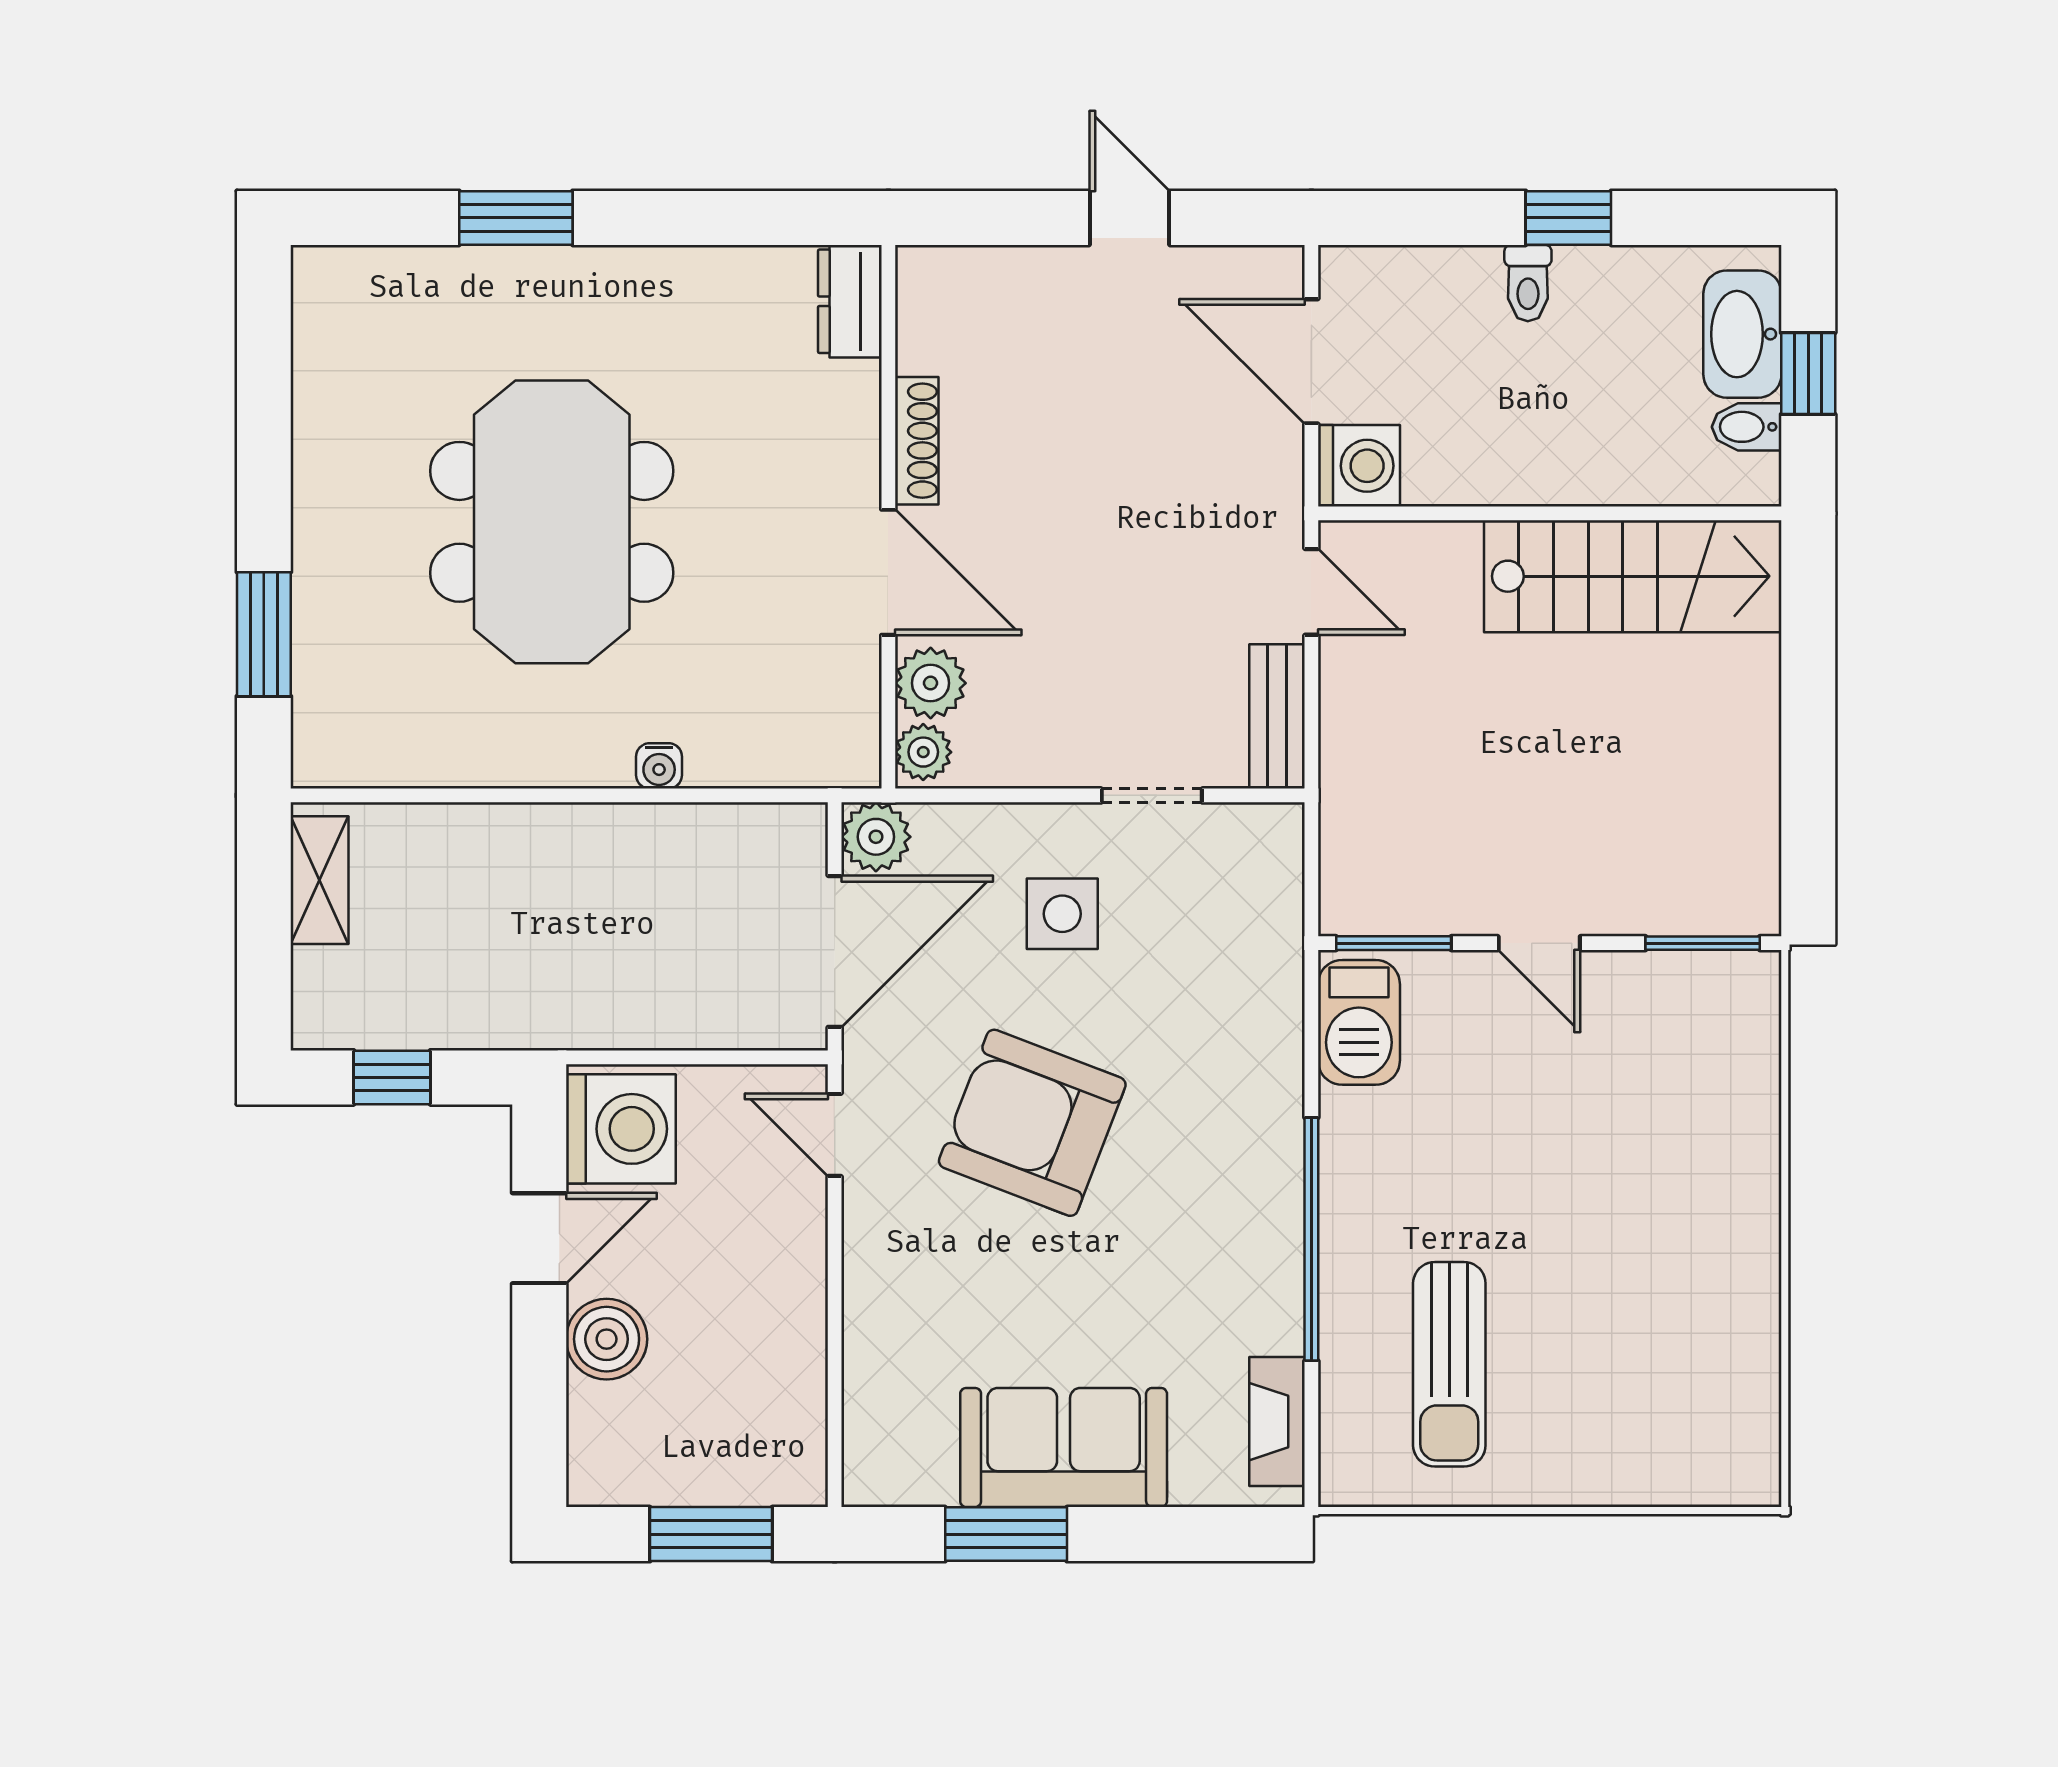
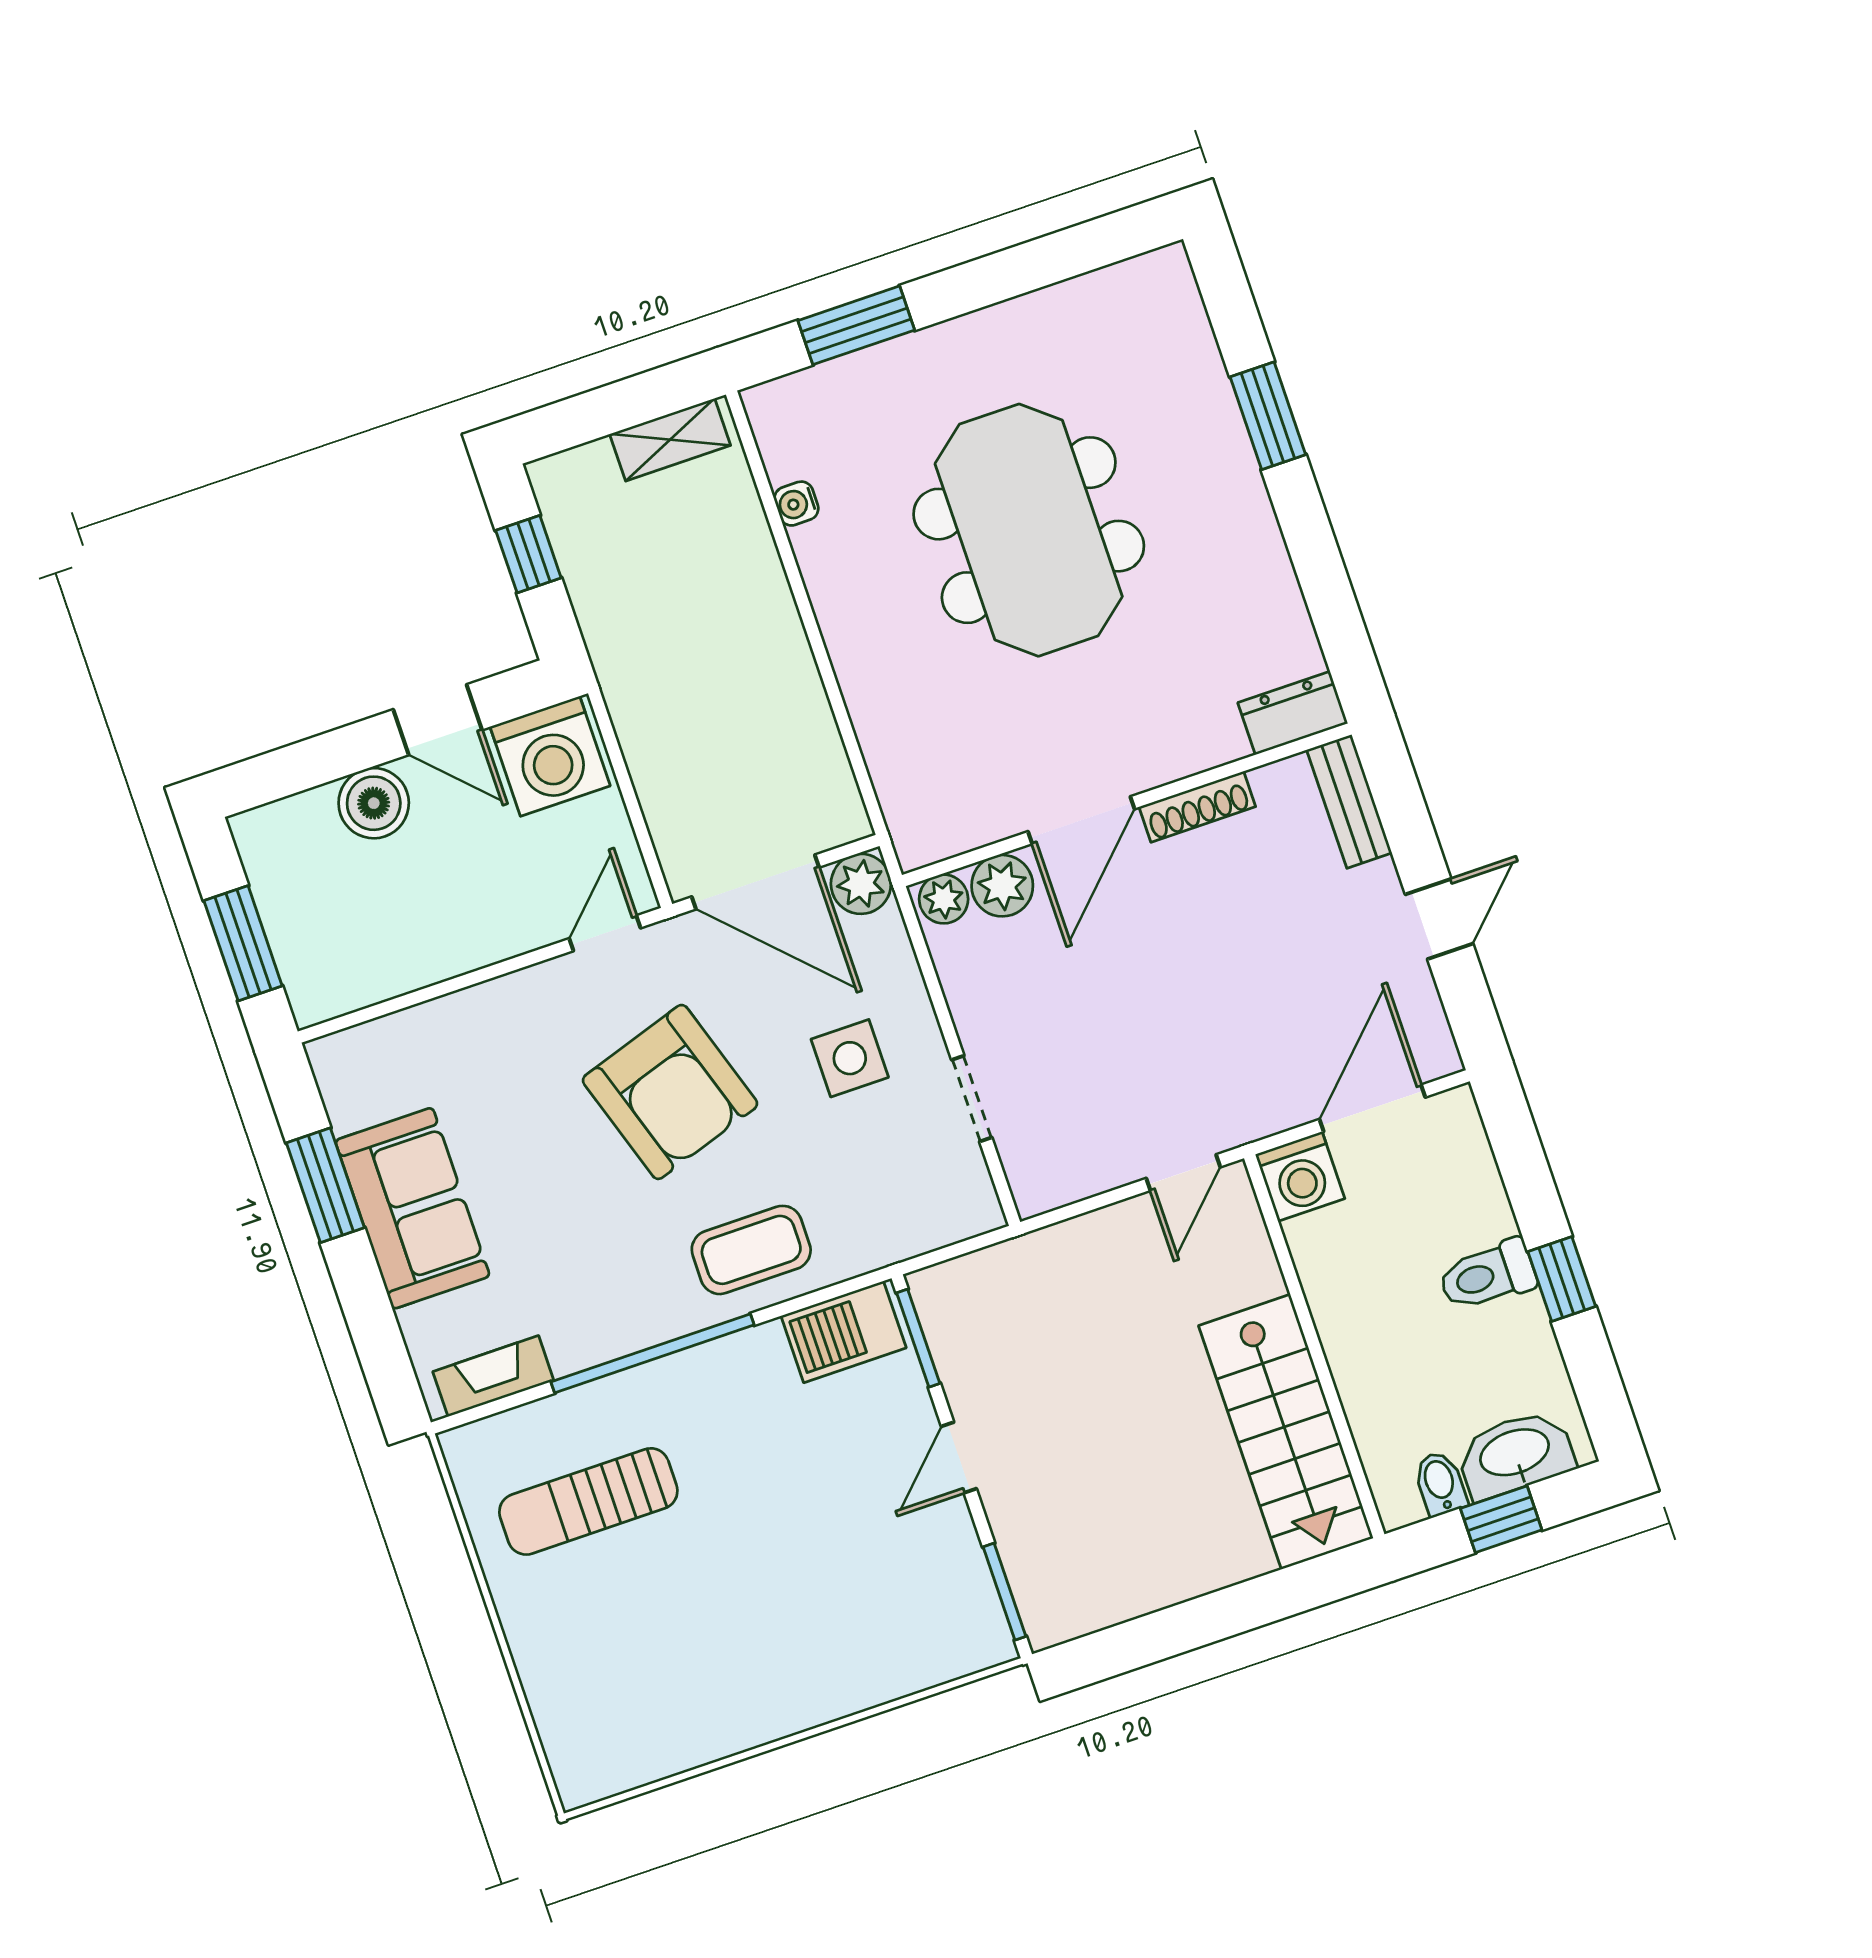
toilet: (1528, 283) -> (1487, 1275), width x1.37, depth x1.39
meeting table: (552, 522) -> (1029, 530), turned 90
bench: (1277, 716) -> (1349, 801), moved, turned 90
water cooler: (659, 766) -> (796, 504), moved
coffee table: (1235, 1093) -> (751, 1250), added
armchair: (1032, 1123) -> (670, 1092), turned 141

